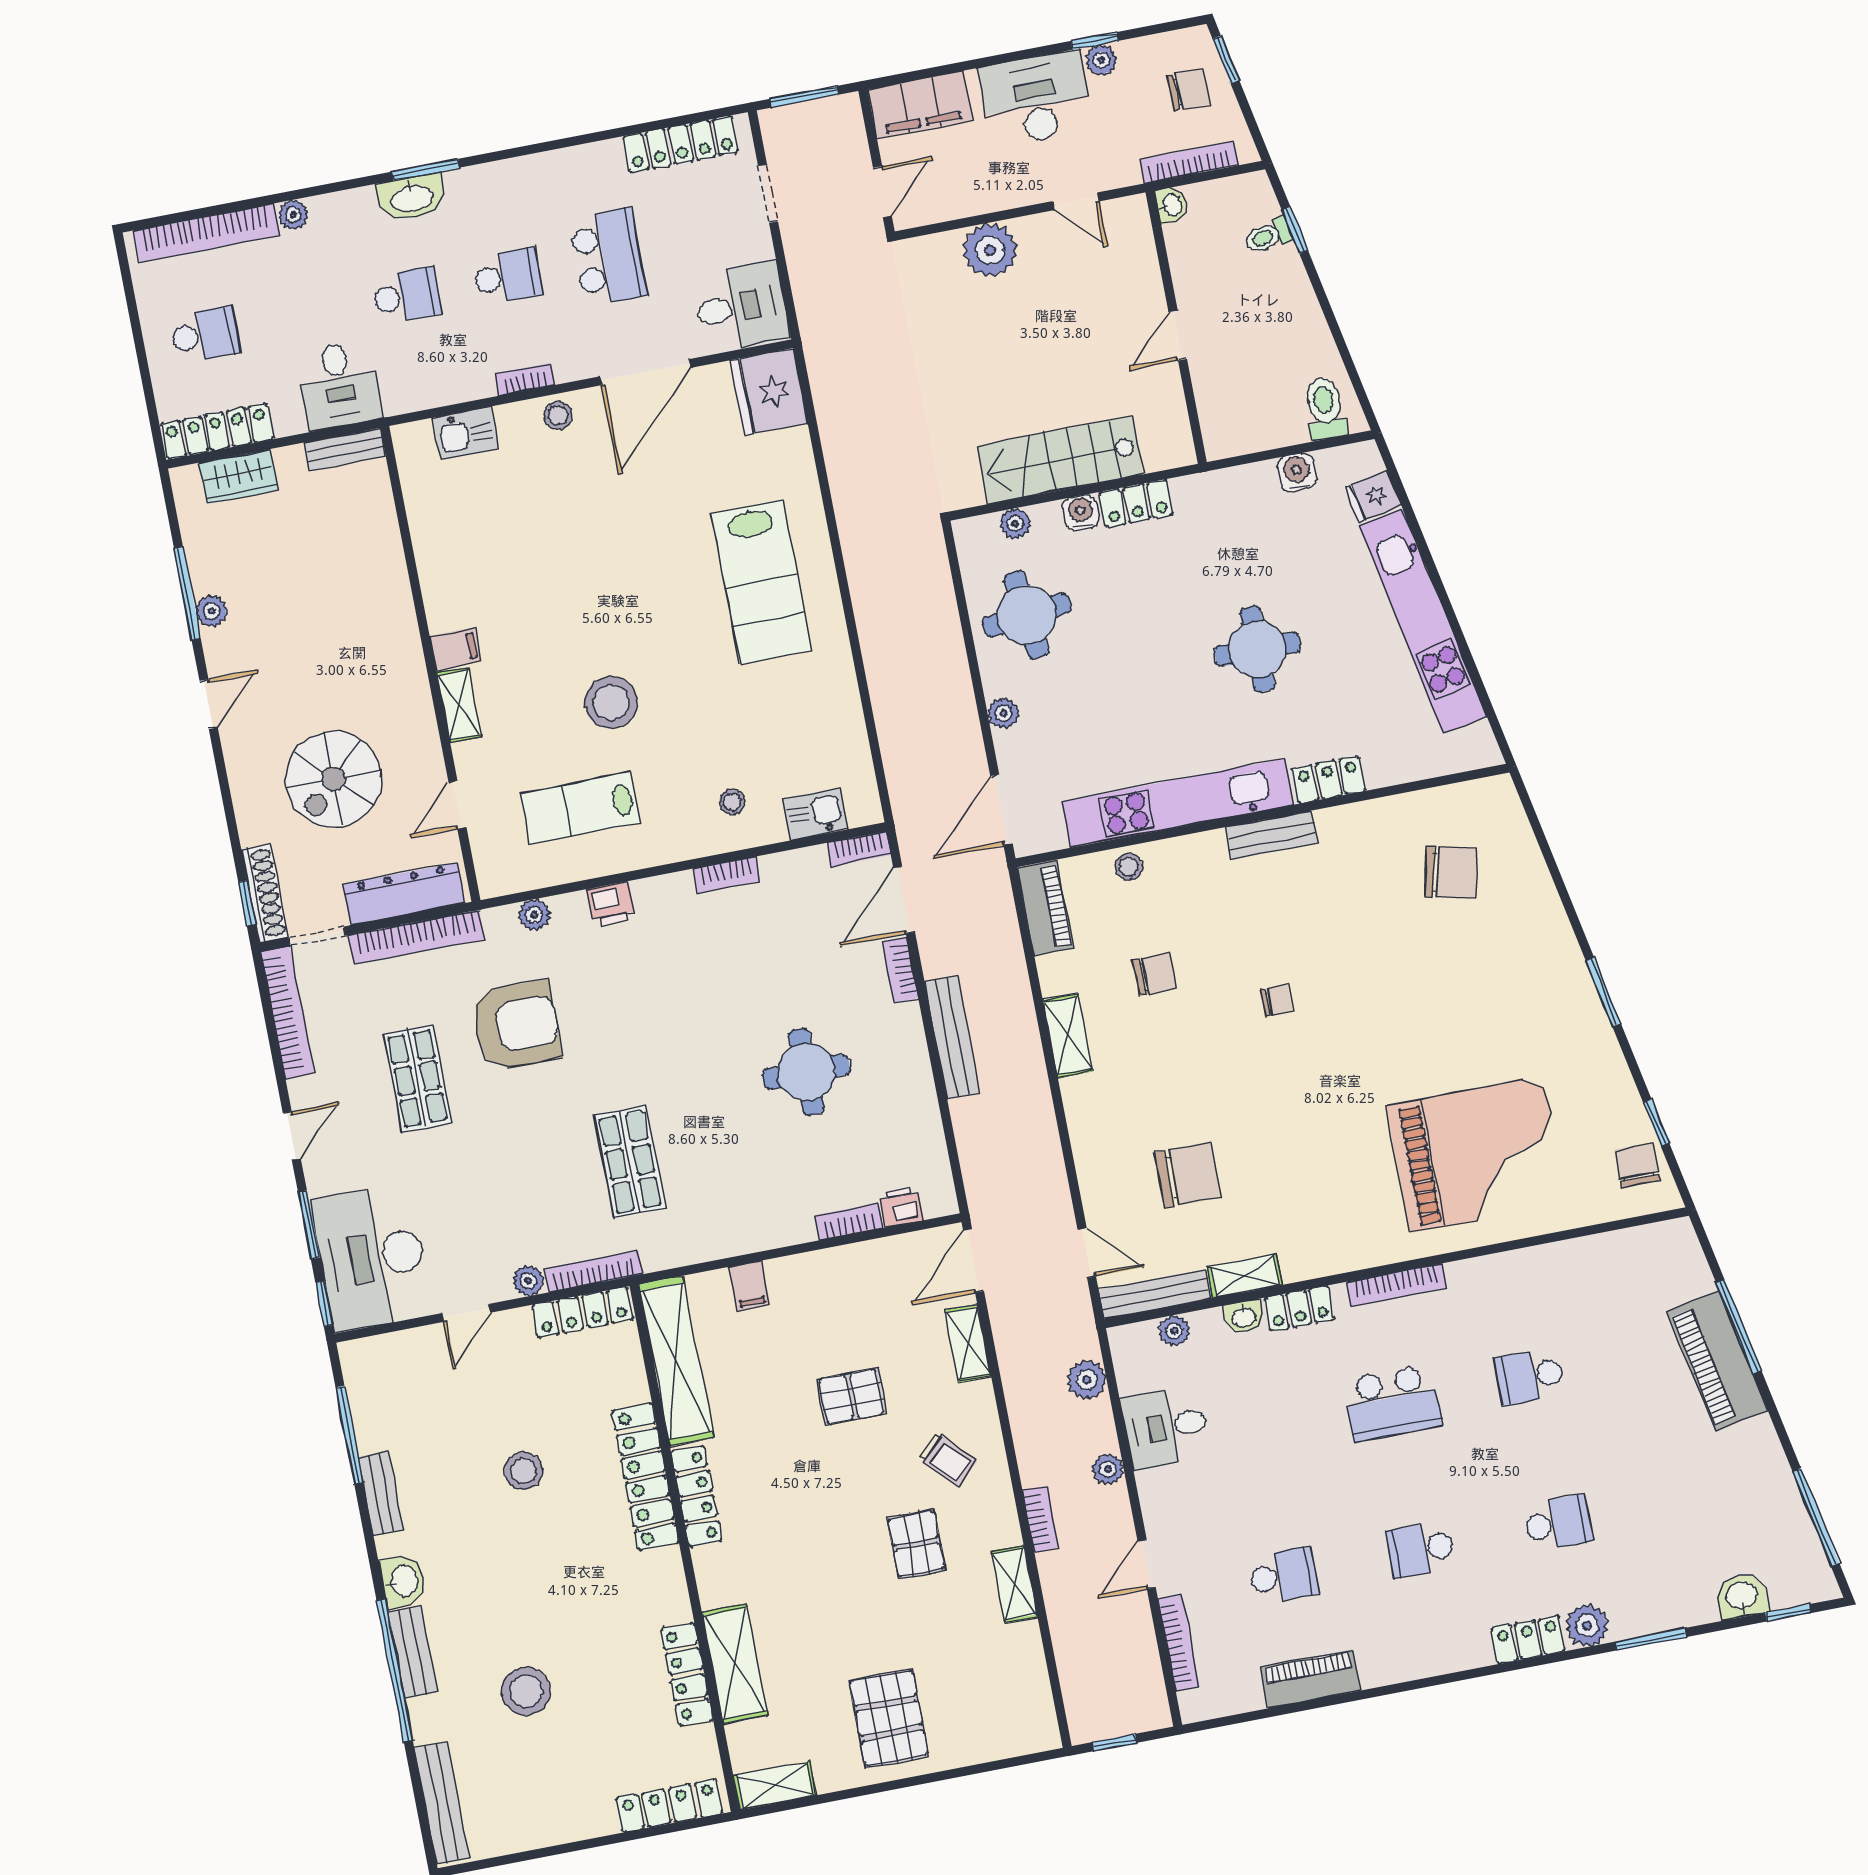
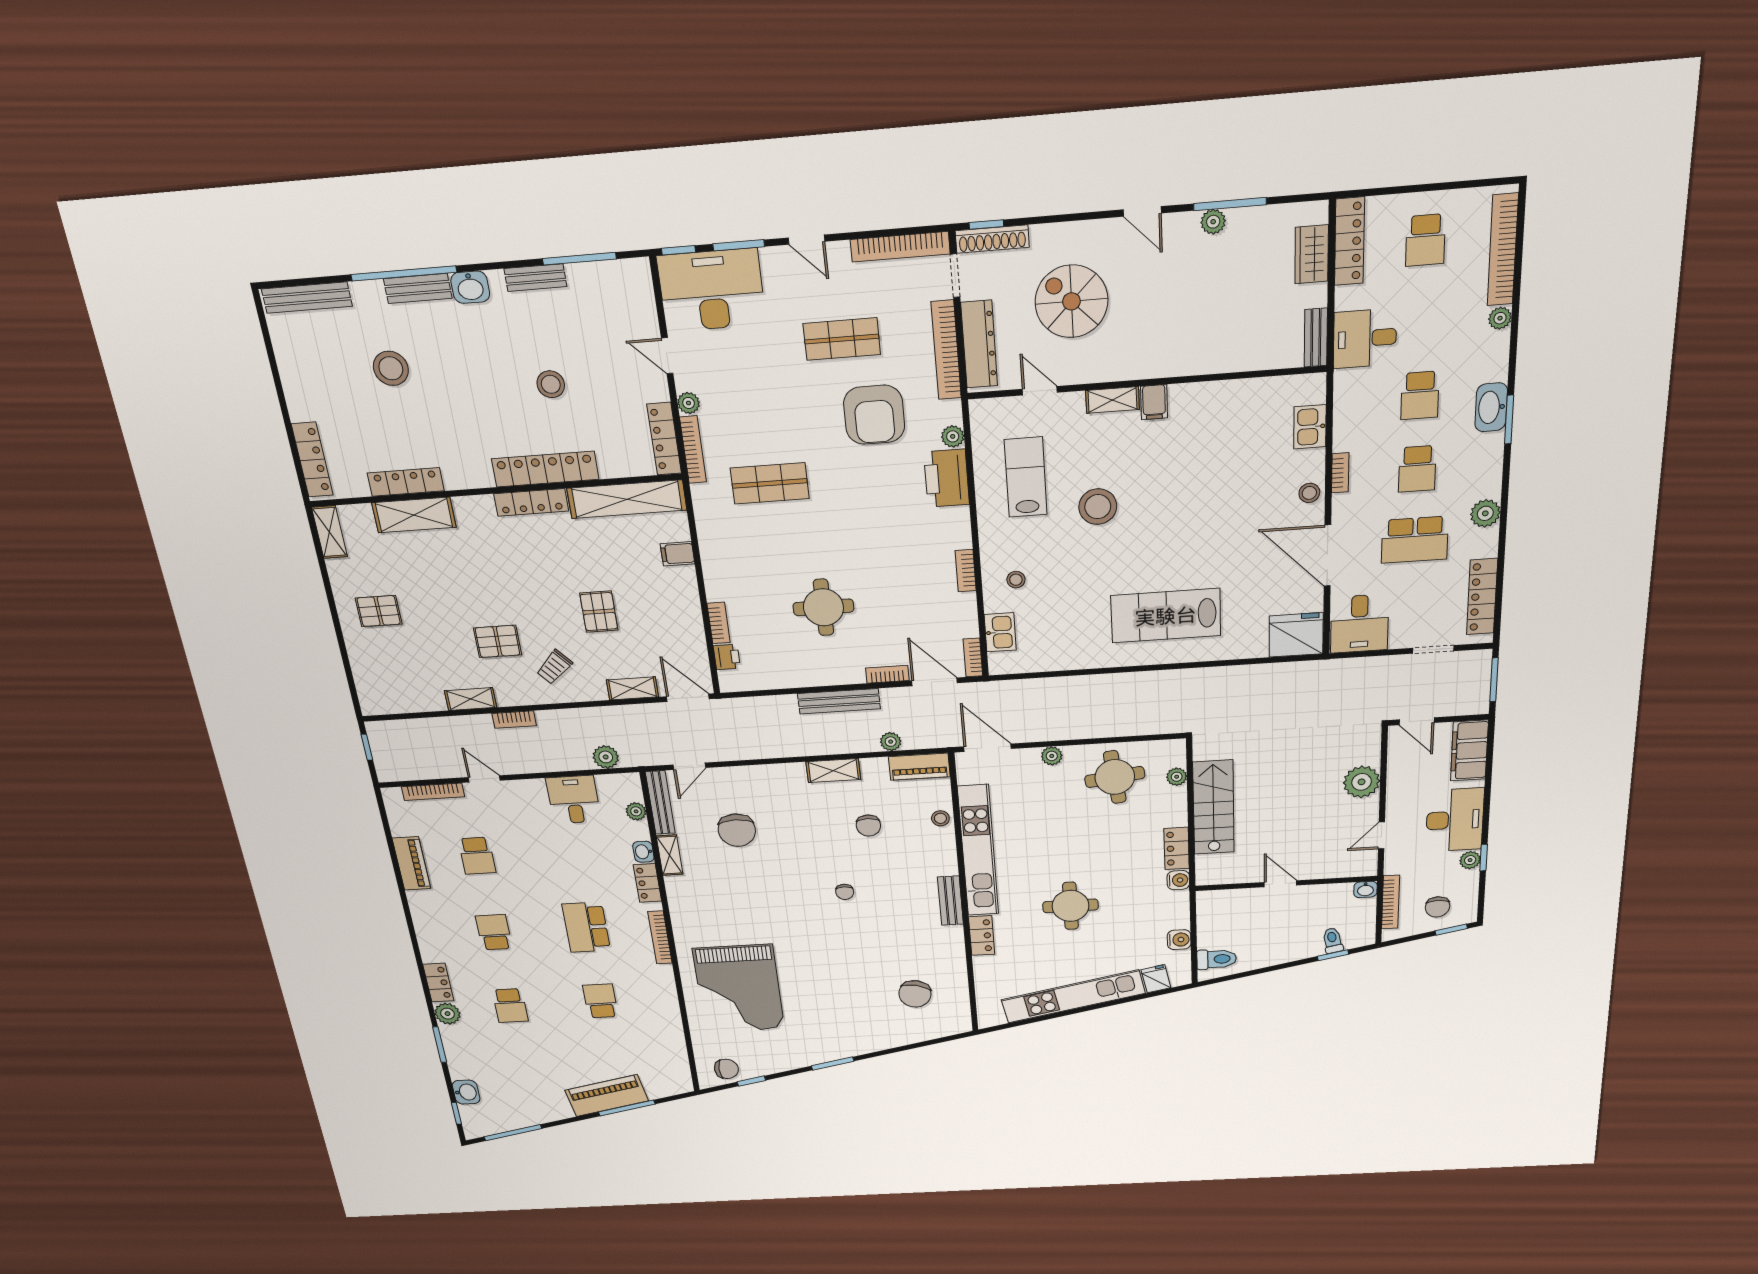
plant: (559, 169) -> (1485, 513), added
water cooler: (1081, 513) -> (1178, 880), moved
printer: (611, 904) -> (947, 478), width x1.87, depth x1.48
plant: (1108, 1469) -> (891, 742), moved
pallet: (889, 1718) -> (379, 611), width x0.67, depth x0.71

